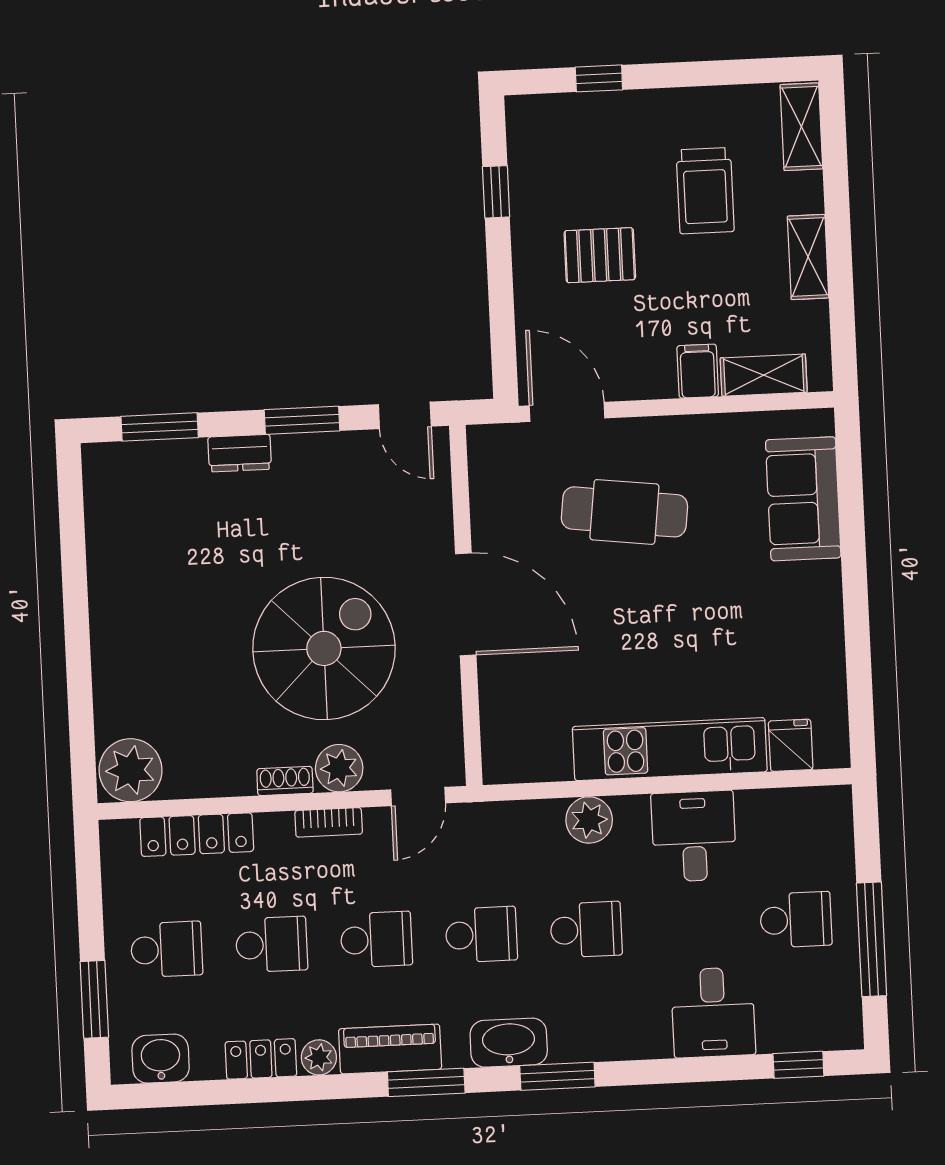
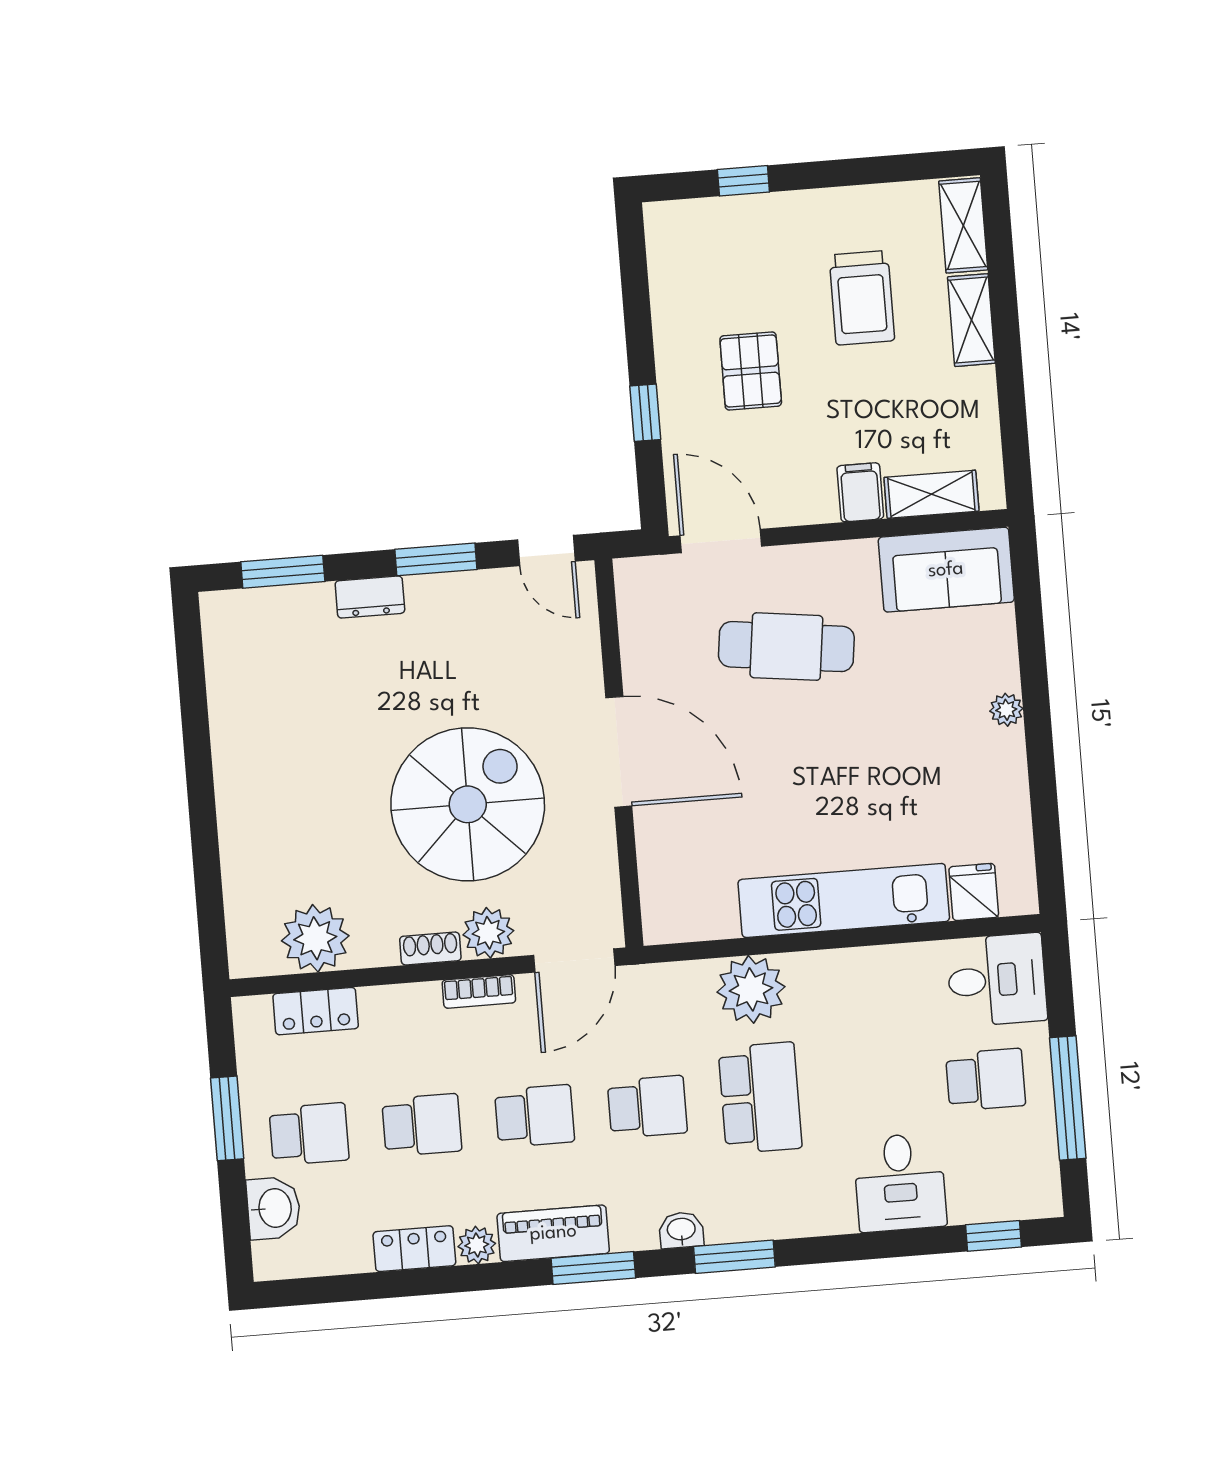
window: (496, 192) -> (645, 413), moved
pallet: (600, 255) -> (751, 371), turned 90
shelving: (808, 257) -> (971, 320), moved
sofa: (803, 499) -> (946, 570), moved, turned -90
plant: (827, 577) -> (1006, 710), added
plant: (131, 770) -> (315, 938), moved
door: (418, 796) -> (574, 960), width x1.38
plant: (589, 820) -> (751, 989), width x1.36, depth x1.36
locker: (197, 835) -> (316, 1011), width x0.66
desk: (694, 836) -> (997, 980), moved, turned 90
school desk: (586, 930) -> (760, 1098), width x1.85
window: (94, 999) -> (227, 1118), moved
washbasin: (509, 1043) -> (681, 1230), width x0.52, depth x0.69
washbasin: (161, 1059) -> (274, 1208), moved, turned 90

